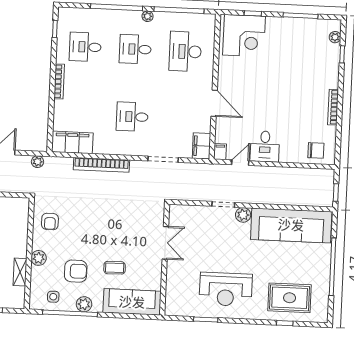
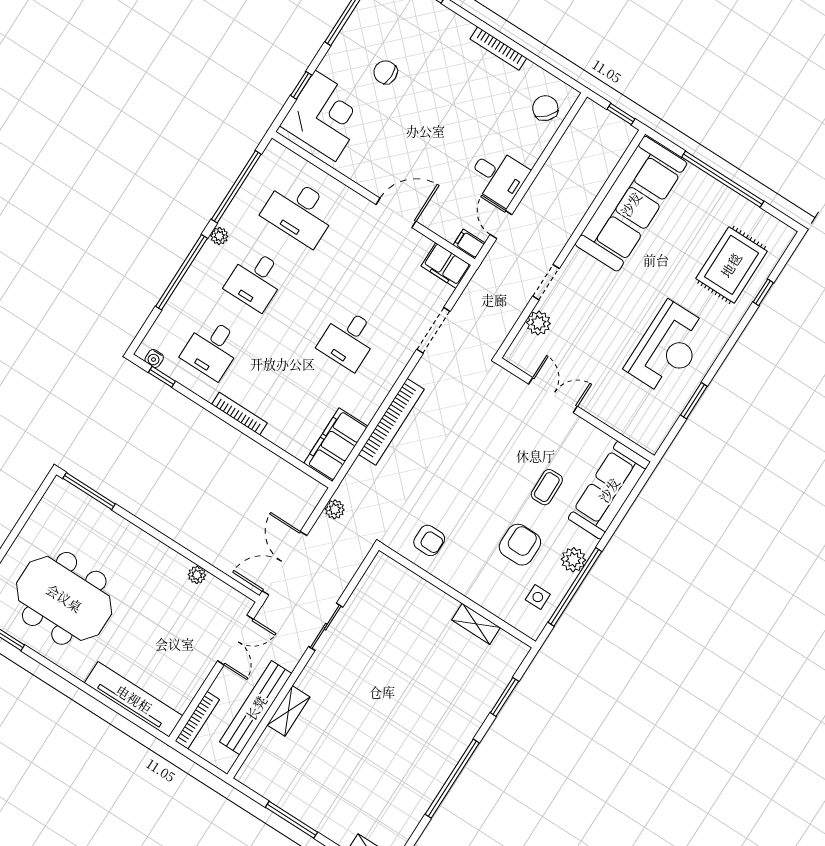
water cooler: (62, 19) -> (154, 358), added
chair: (286, 54) -> (386, 72), added
chair: (316, 150) -> (545, 108), turned -47
plant: (243, 215) -> (539, 323), moved
plant: (39, 258) -> (471, 586), removed

